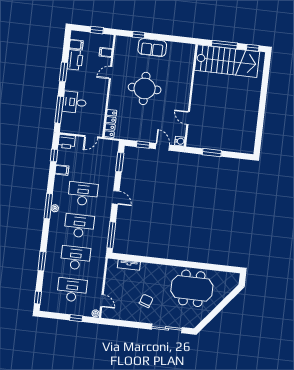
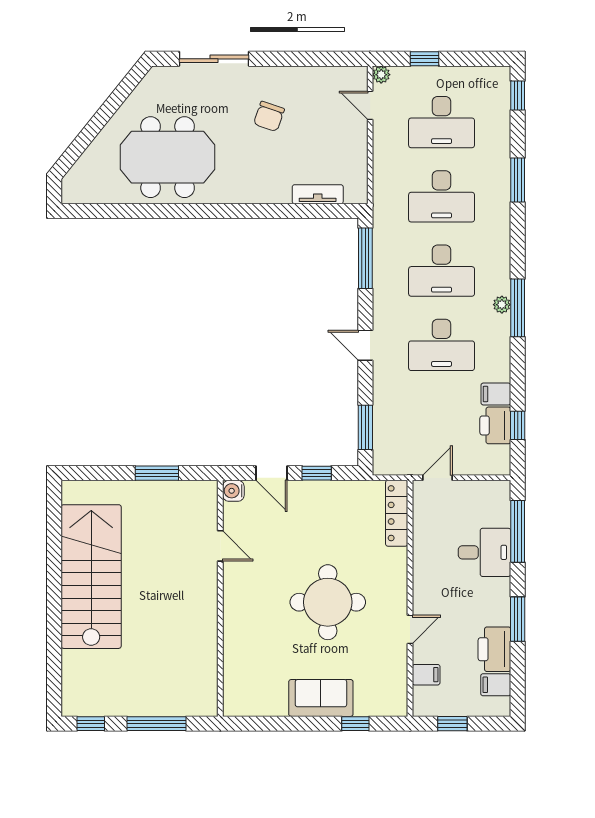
stairs: (227, 61) -> (91, 577), moved, turned 90
printer: (67, 142) -> (495, 425), moved, turned -90

